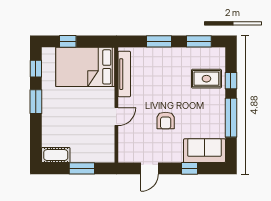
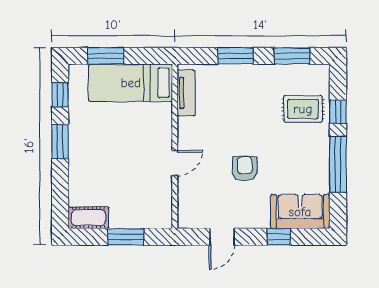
window: (68, 41) -> (105, 56), width x1.50
bed: (85, 67) -> (131, 83), width x0.67
tv unit: (124, 74) -> (186, 93), width x0.71
armchair: (166, 121) -> (245, 169), turned 180

